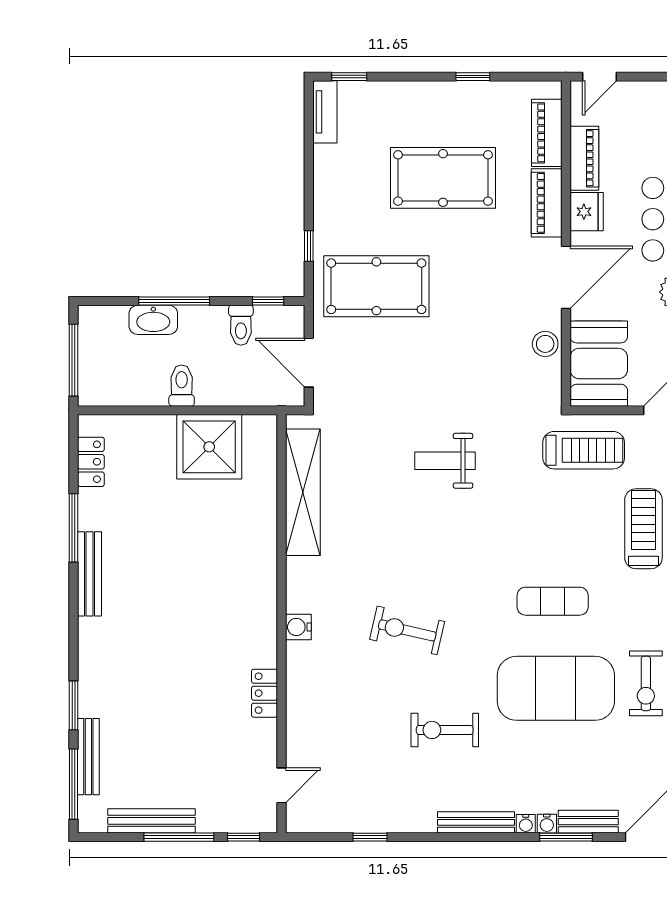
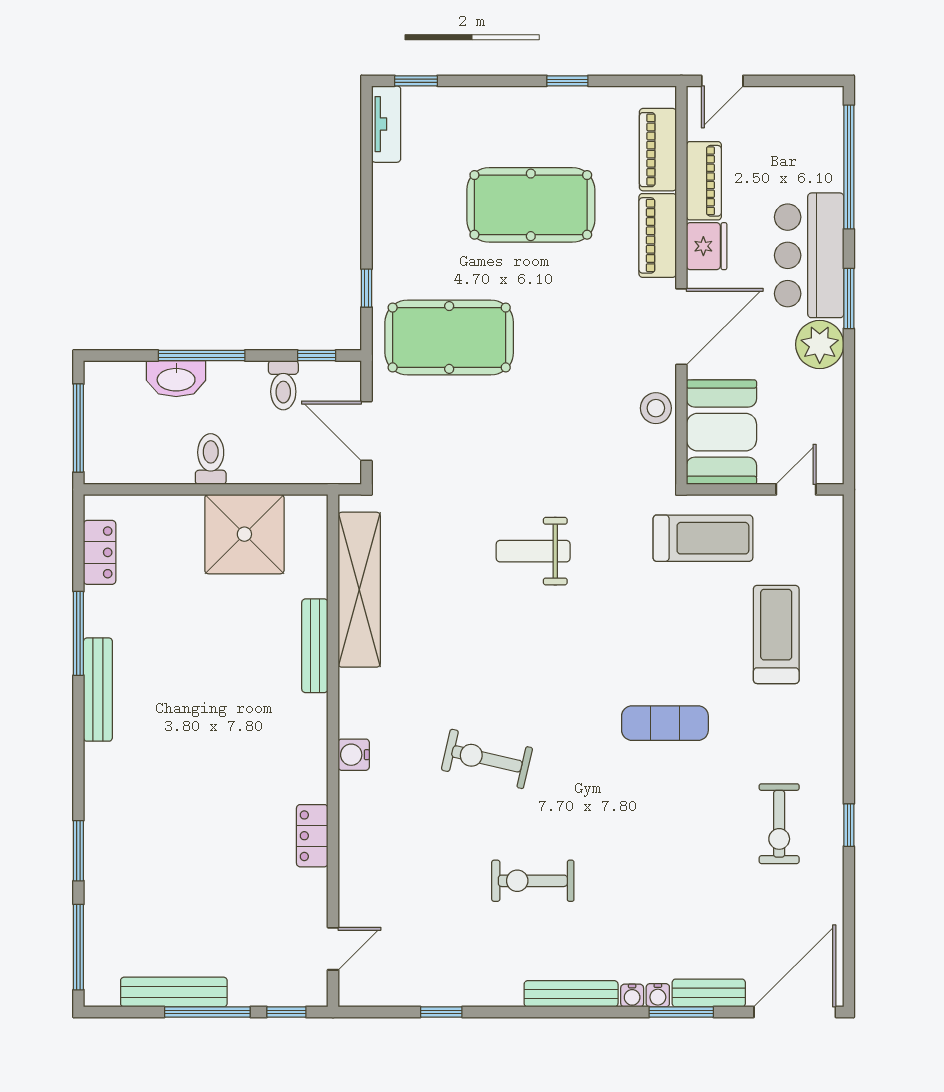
exercise mat: (556, 688) -> (669, 830), removed
bench: (88, 757) -> (315, 646), moved

